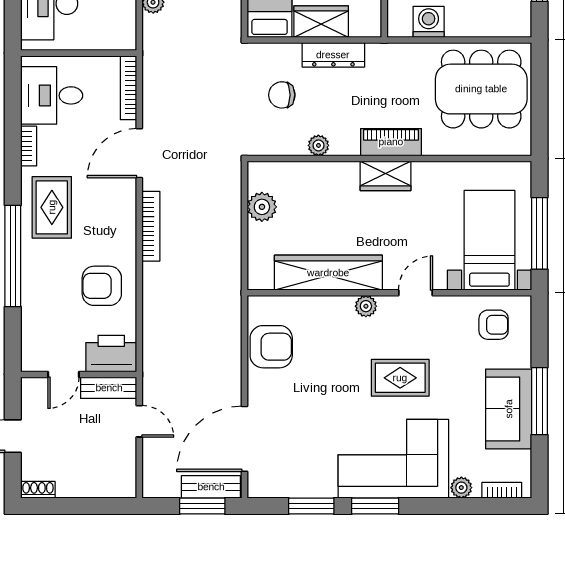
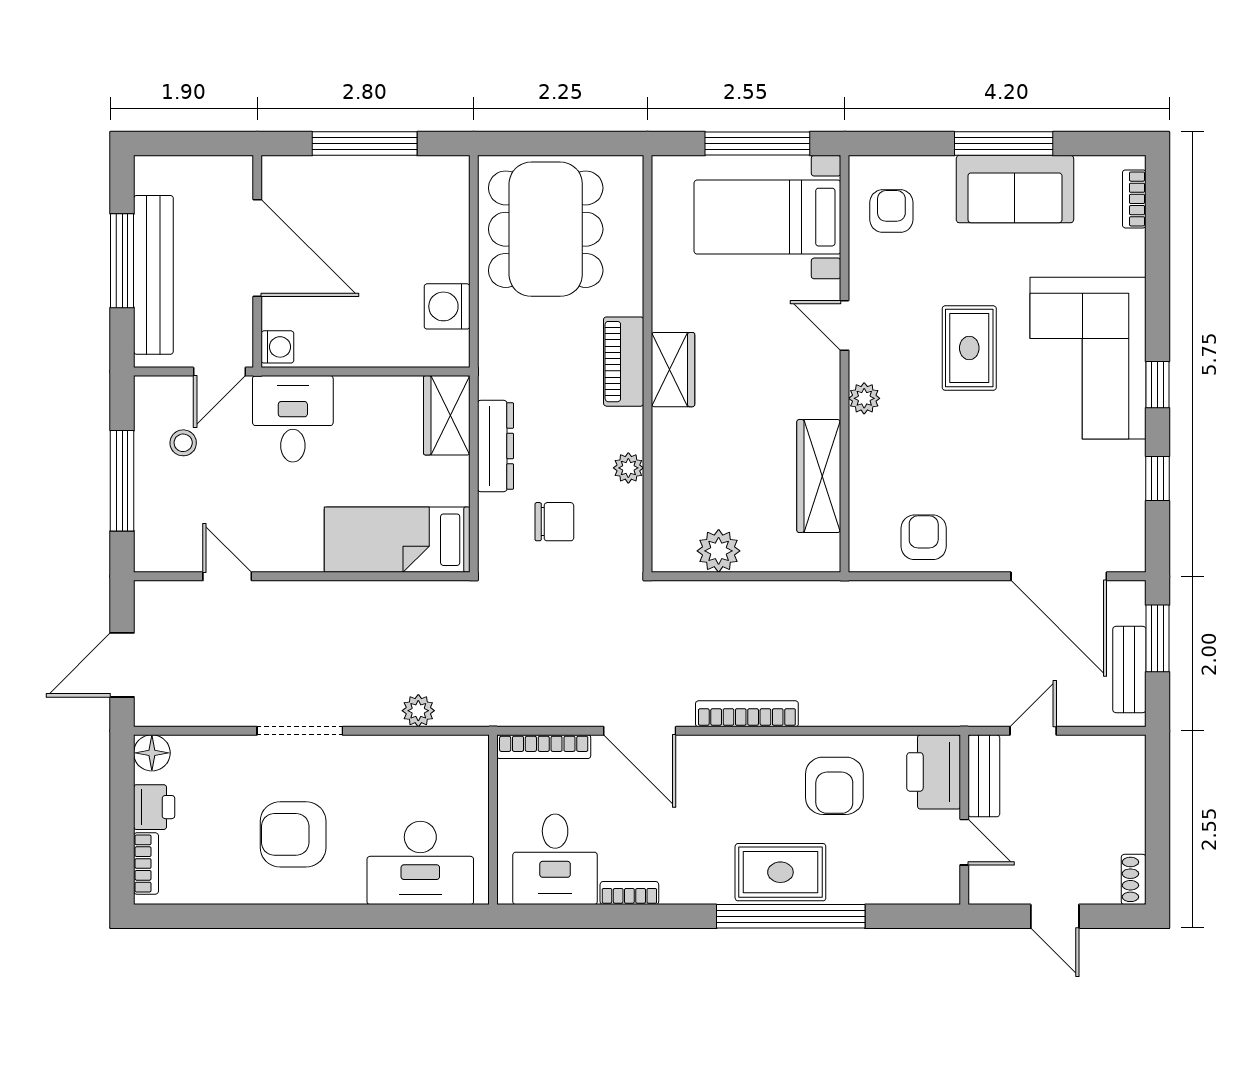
wardrobe: (321, 22) -> (447, 415), moved
chair: (282, 95) -> (554, 522), turned -90
rug: (52, 207) -> (780, 872), moved
wardrobe: (328, 273) -> (819, 476), width x0.71, depth x0.85
armchair: (271, 347) -> (924, 537), width x0.72, depth x0.72
bench: (211, 487) -> (1129, 670), moved
plant: (461, 488) -> (1130, 258), removed
window: (311, 506) -> (1157, 479), width x0.67
window: (375, 506) -> (1157, 385), width x0.67

